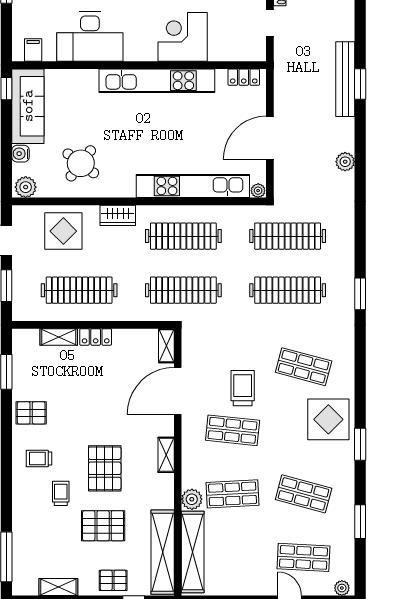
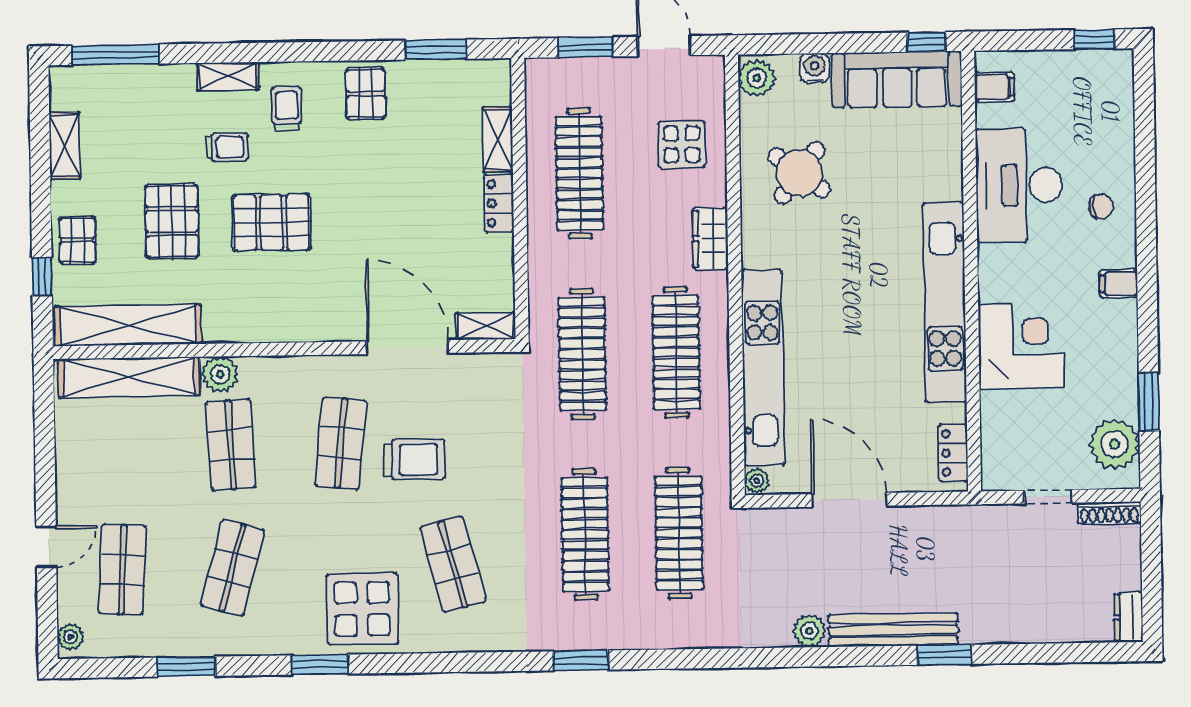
bench: (345, 79) -> (893, 630), moved
display table: (63, 231) -> (682, 144), width x0.73, depth x0.73
shop shelf: (304, 367) -> (453, 564), turned -30
shelving: (166, 455) -> (228, 76), moved

